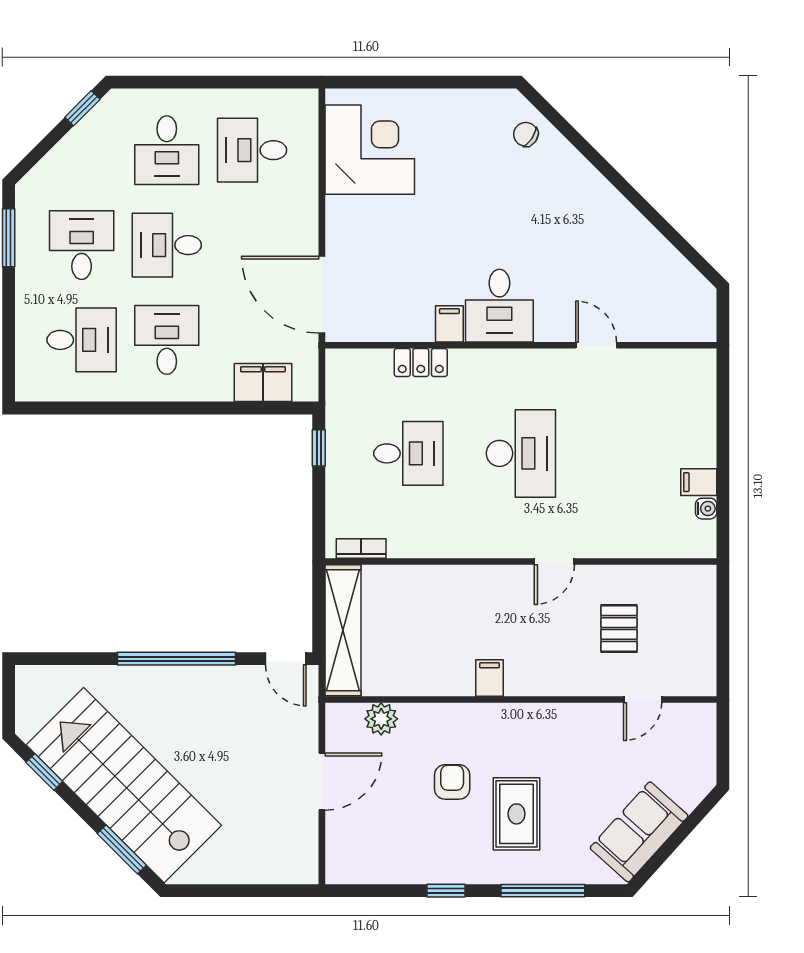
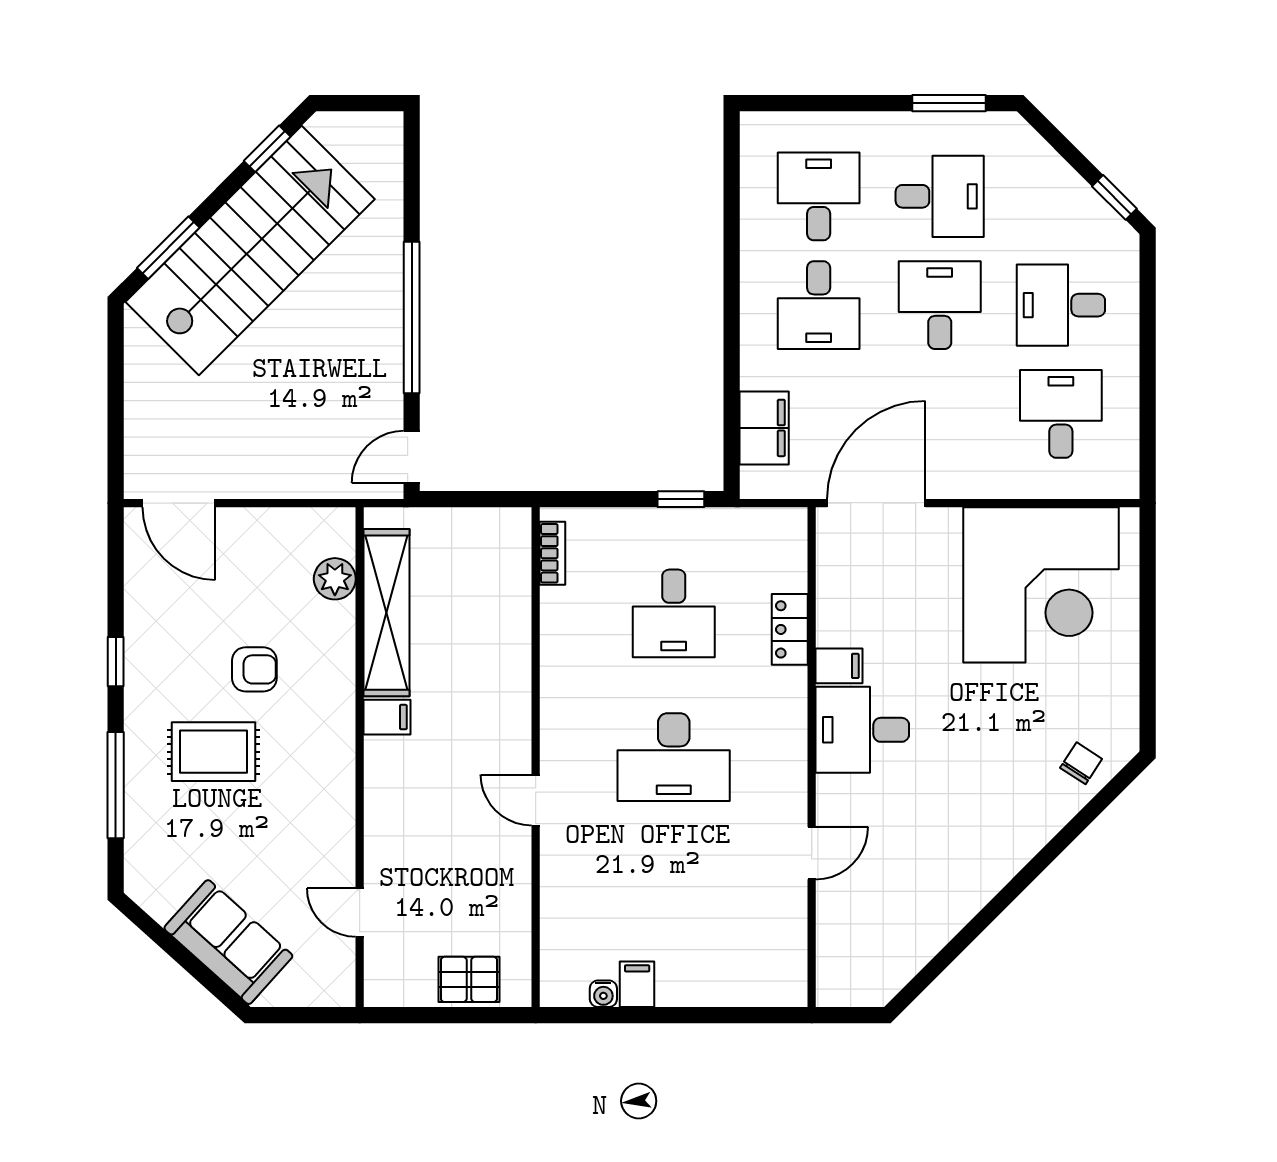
corner desk: (370, 150) -> (1041, 585), width x1.36, depth x1.36
desk: (82, 340) -> (819, 196), turned 180
desk: (167, 340) -> (819, 305), turned 90
pallet: (619, 629) -> (469, 979), moved
shelving: (343, 630) -> (387, 613), moved, turned 90
door: (322, 782) -> (179, 503), moved
sofa: (639, 832) -> (228, 942), moved

